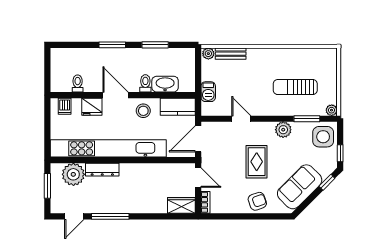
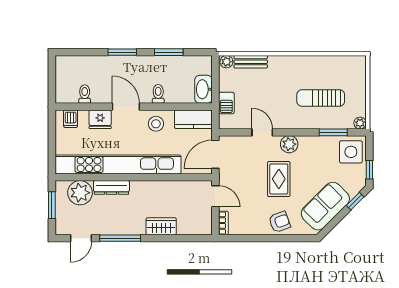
washbasin: (165, 84) -> (204, 89), moved, turned -90
plant: (283, 130) -> (289, 144), moved
wardrobe: (181, 205) -> (161, 226), moved

